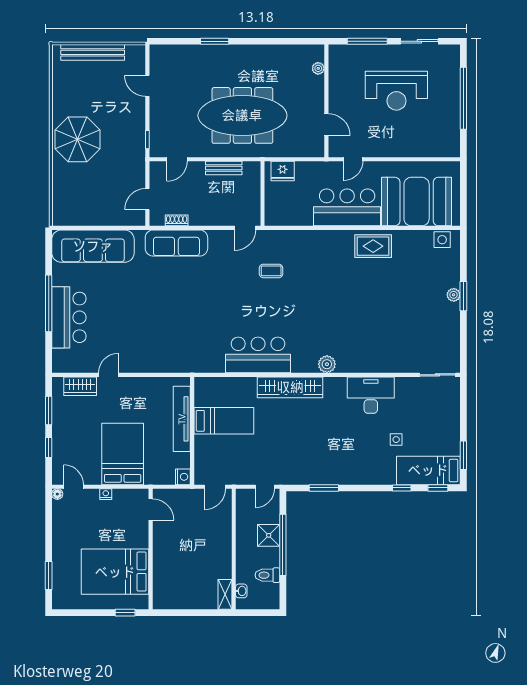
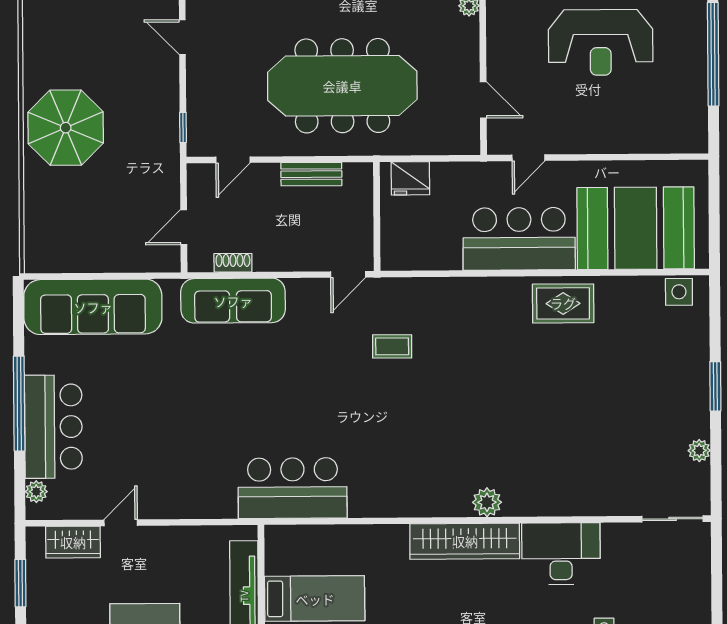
plant: (454, 295) -> (699, 451), moved
bar counter: (258, 355) -> (293, 488), moved
plant: (58, 356) -> (36, 492), added
wardrobe: (290, 387) -> (465, 541), moved

